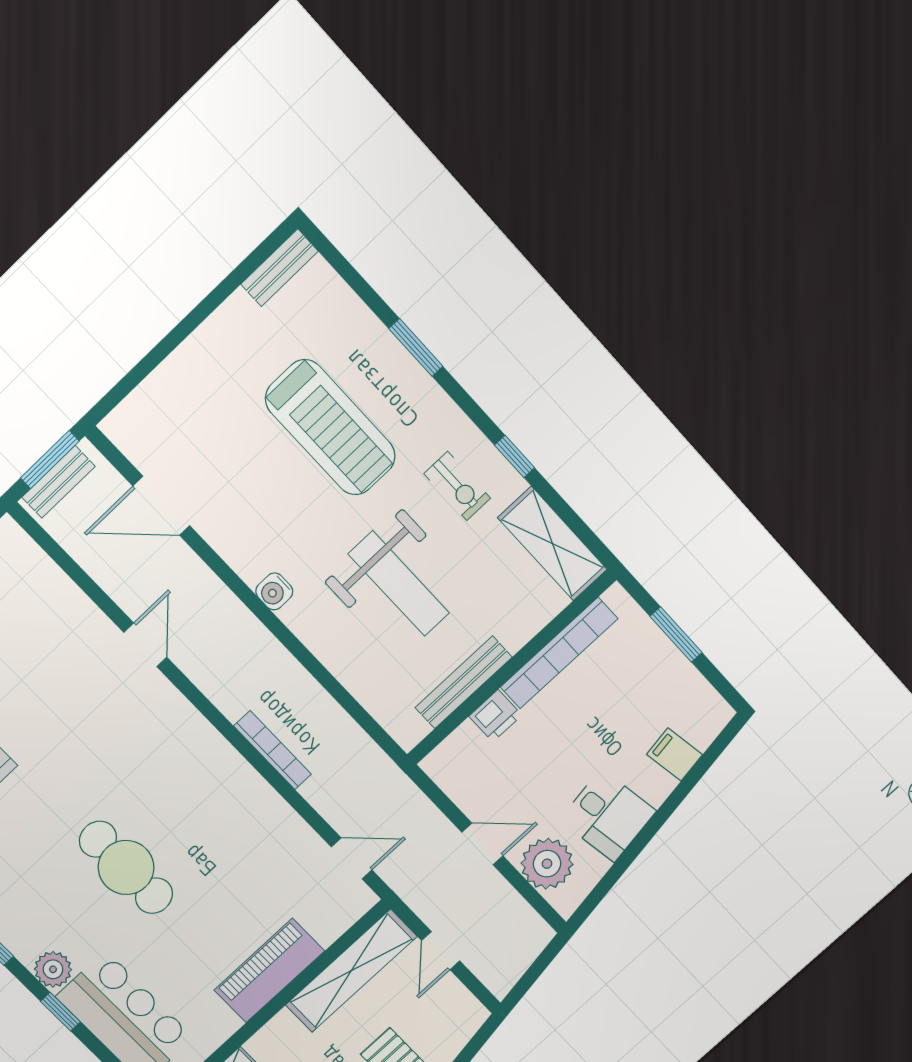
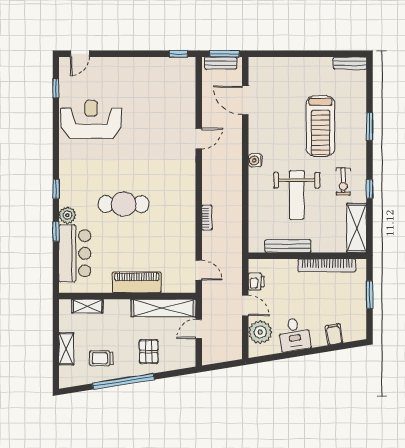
printer: (495, 716) -> (256, 281), moved, turned -90
bookcase: (273, 750) -> (207, 217), width x0.64
cafe table: (126, 867) -> (124, 204), turned 90

